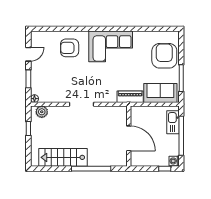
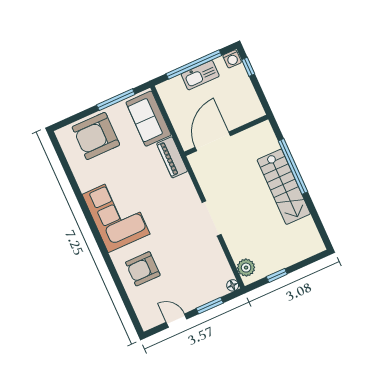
armchair: (70, 48) -> (143, 269), turned 90
kitchen sink: (173, 122) -> (200, 75), moved
door: (129, 138) -> (213, 141), moved
stairs: (63, 157) -> (284, 187), moved

